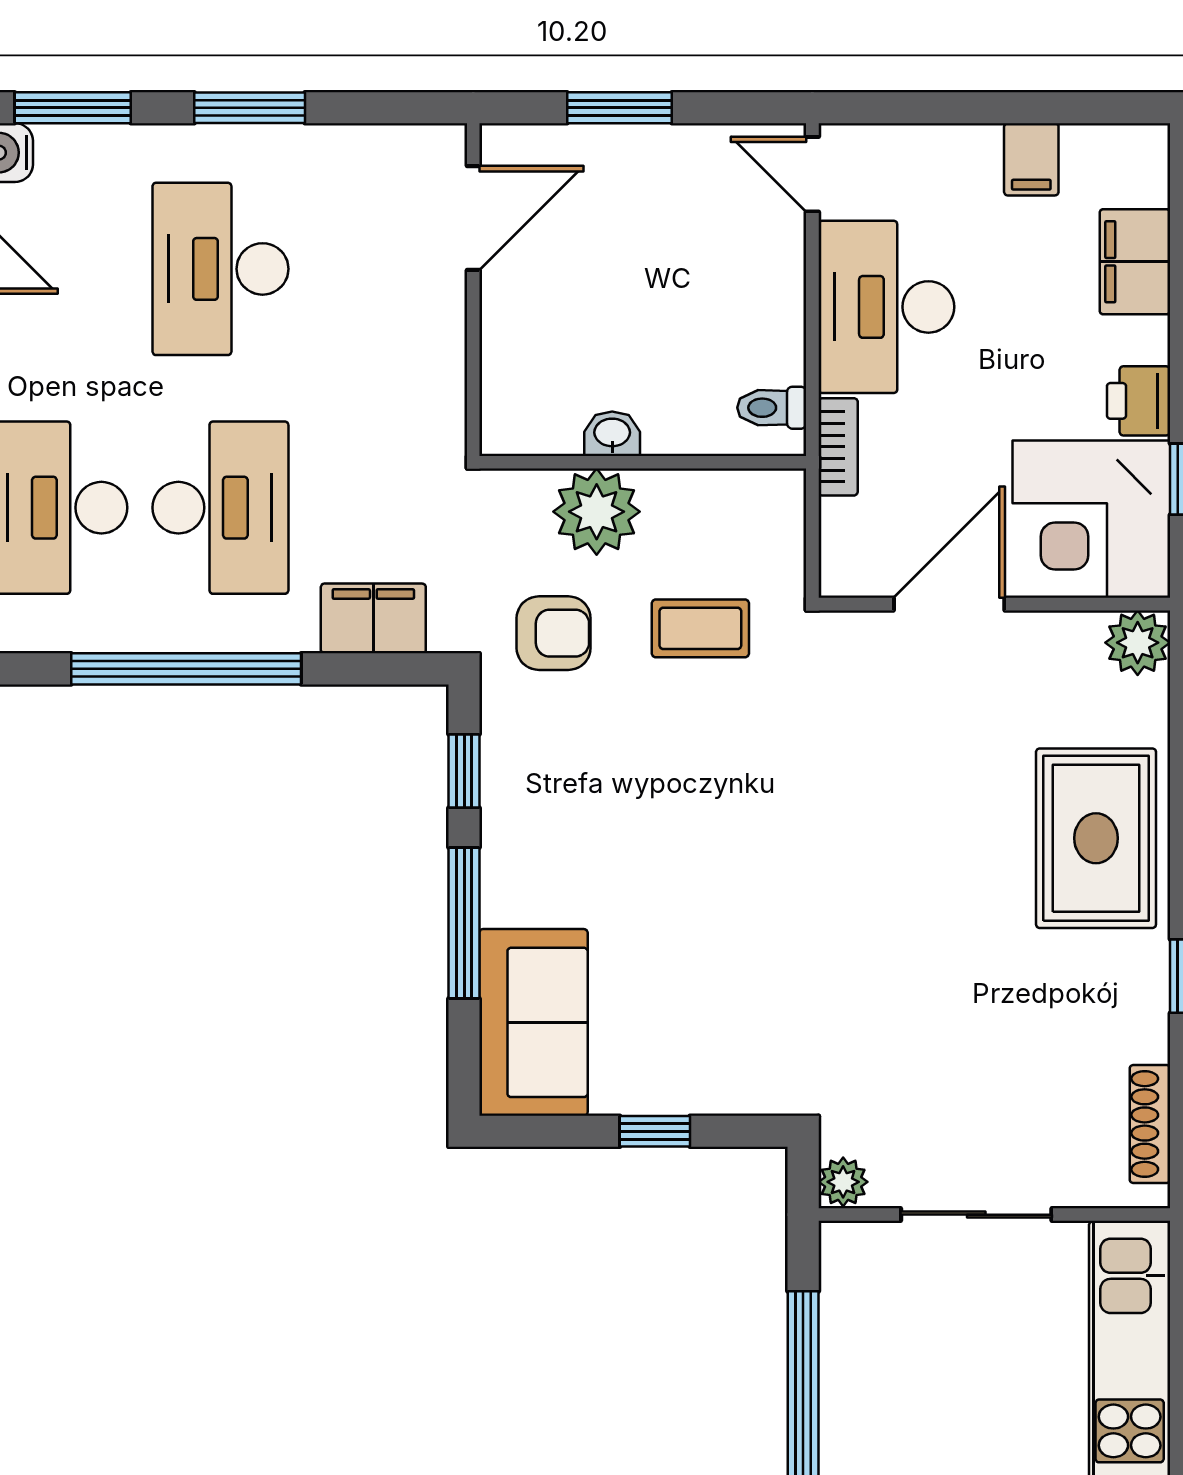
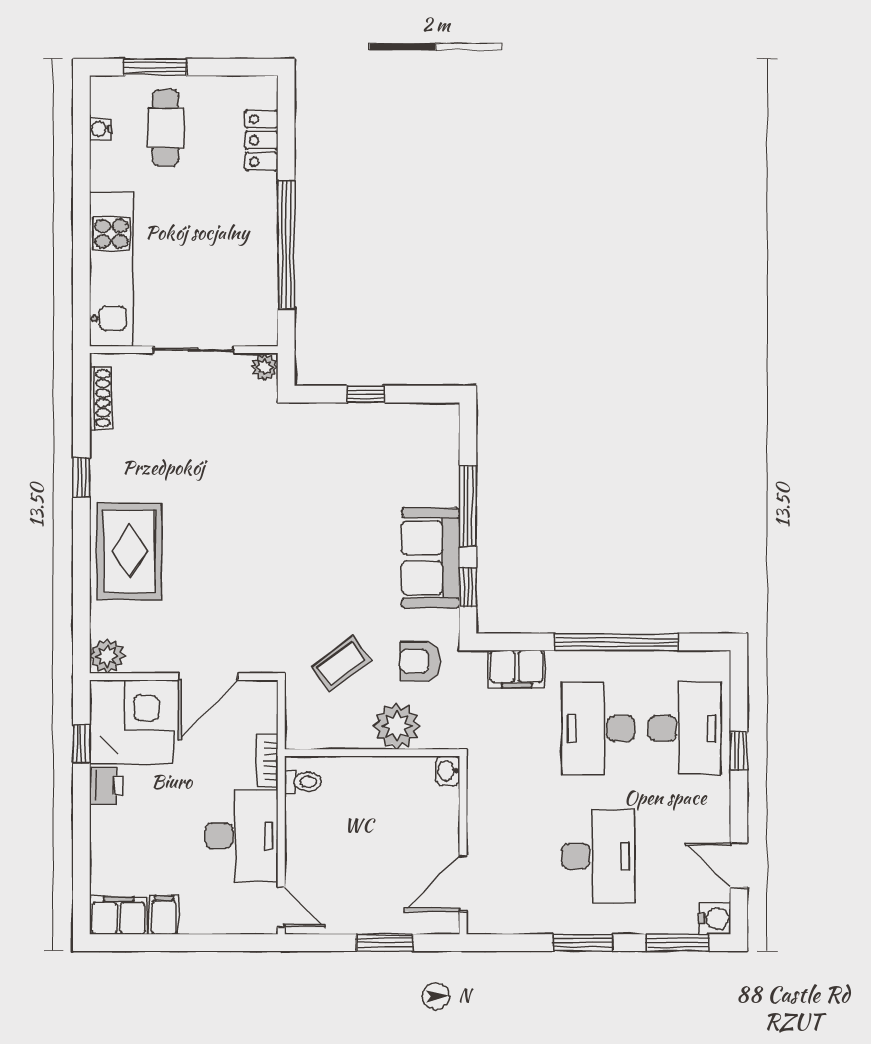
filing cabinet: (1135, 262) -> (119, 916), moved, turned -90
washbasin: (612, 434) -> (448, 771), moved, turned 90
coffee table: (700, 628) -> (341, 664), turned -37
sofa: (533, 1022) -> (431, 558), moved

